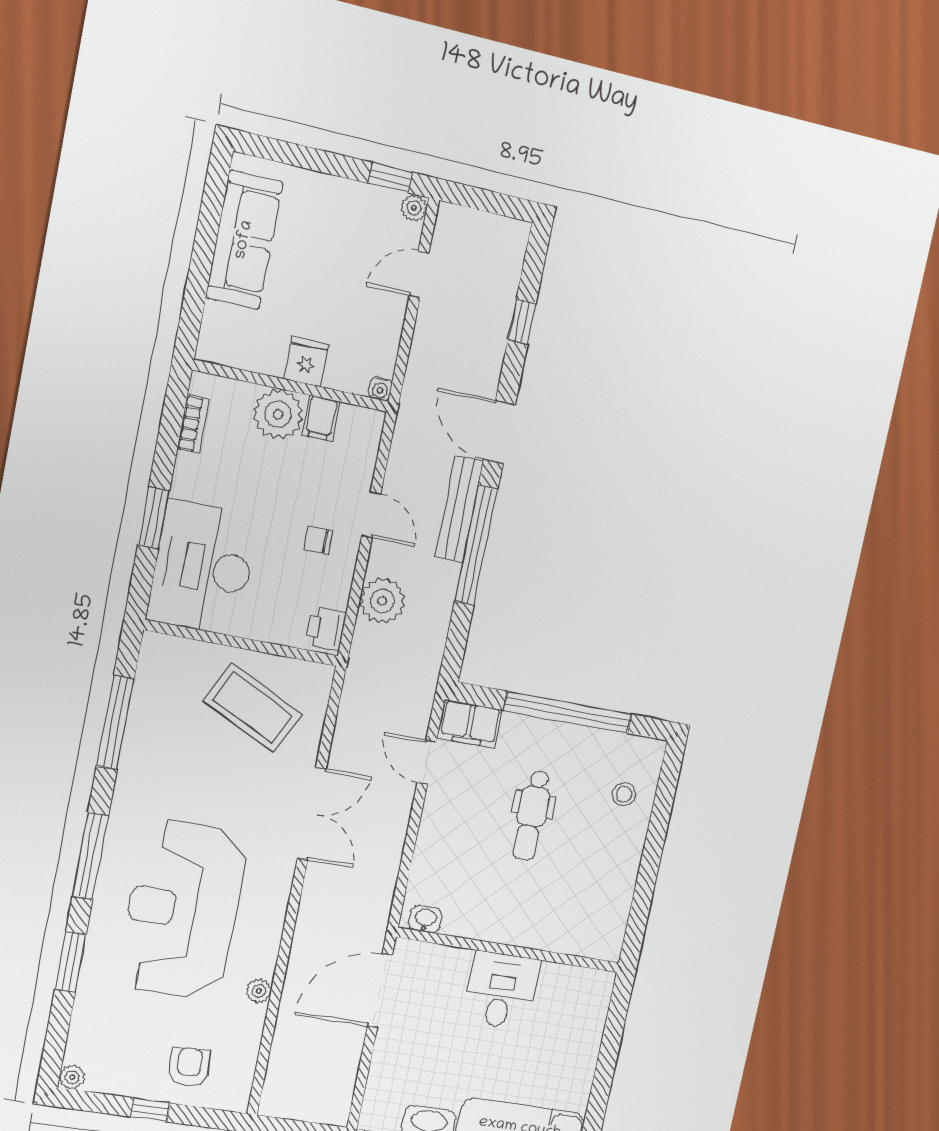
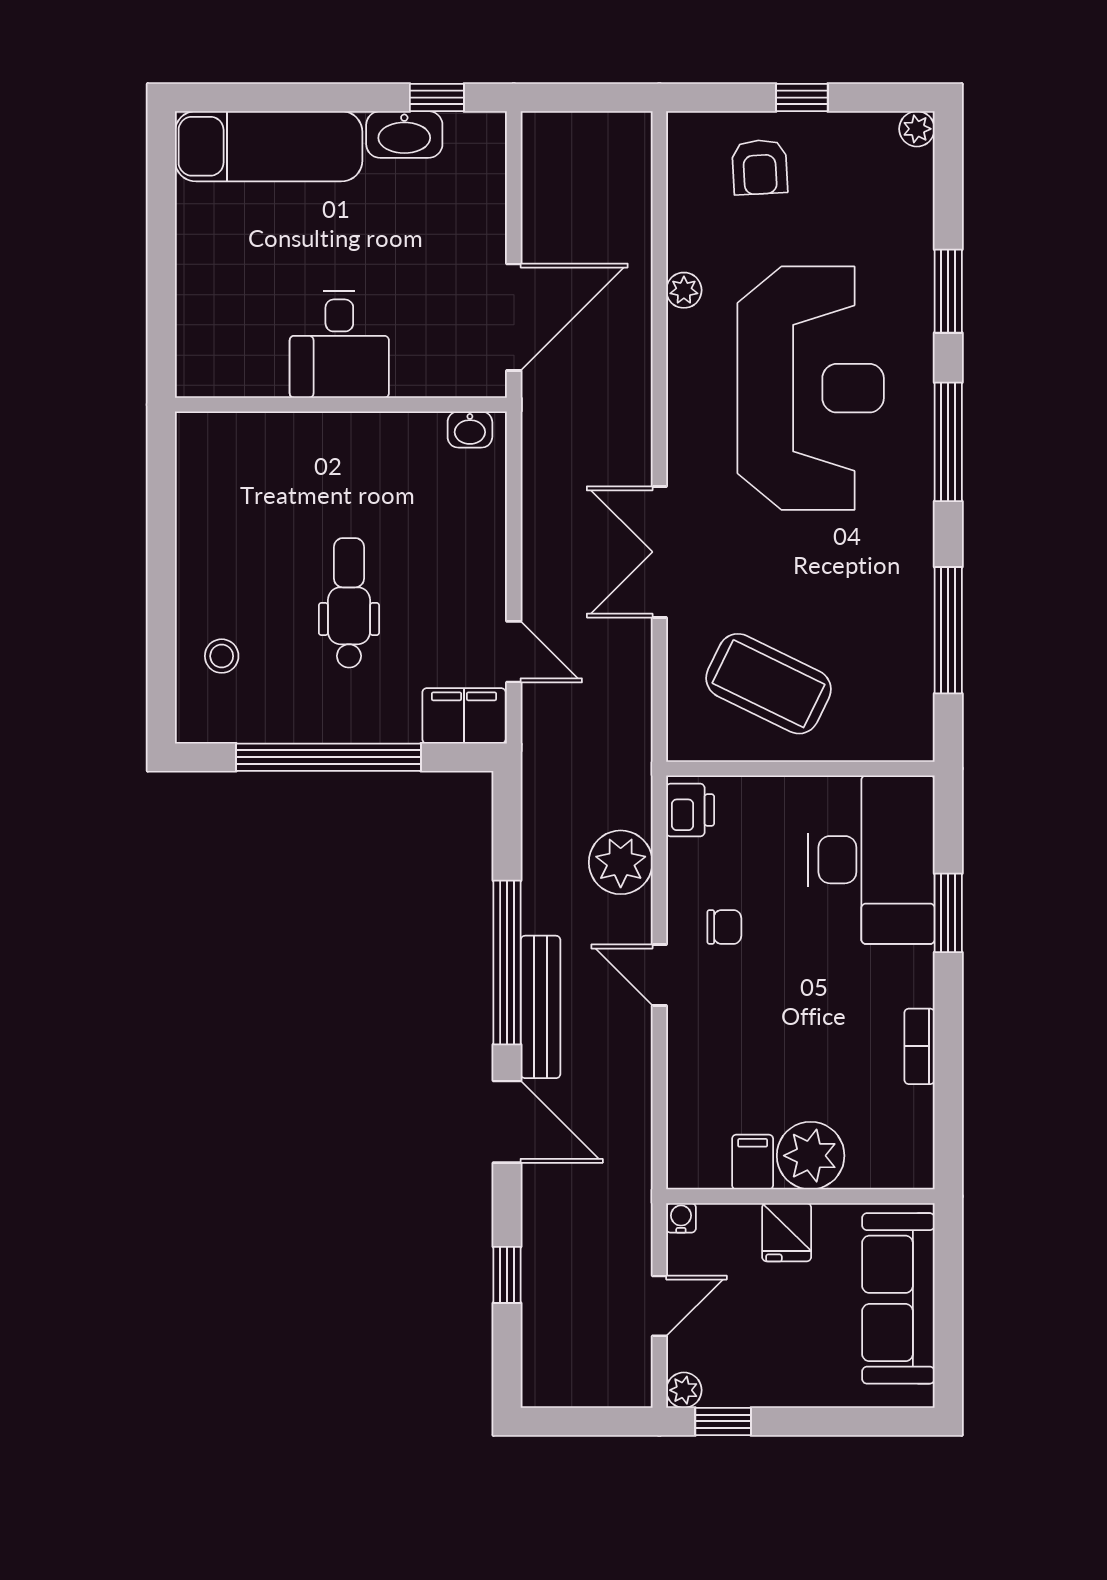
fridge: (306, 362) -> (787, 1232), moved
wall: (291, 386) -> (800, 1196), moved
water cooler: (380, 389) -> (681, 1218), moved
plant: (278, 414) -> (811, 1156), moved
filing cabinet: (321, 418) -> (753, 1162), moved

